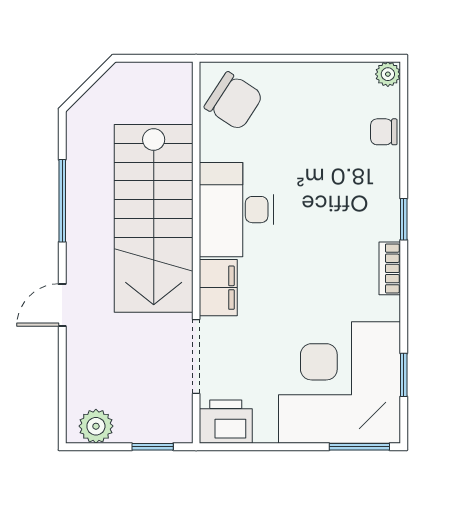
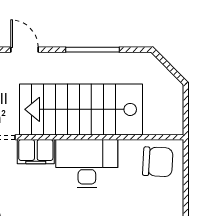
chair: (234, 101) -> (158, 162), turned -120

